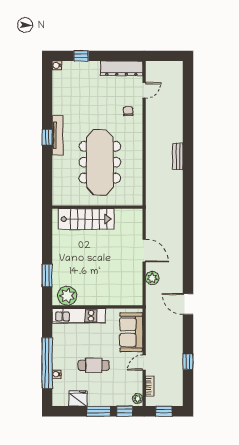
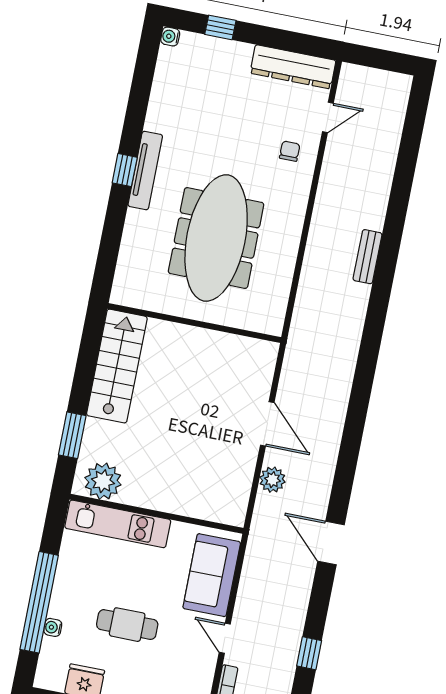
stairs: (86, 219) -> (117, 366), moved, turned -90
door: (144, 363) -> (225, 638), hinge flipped

